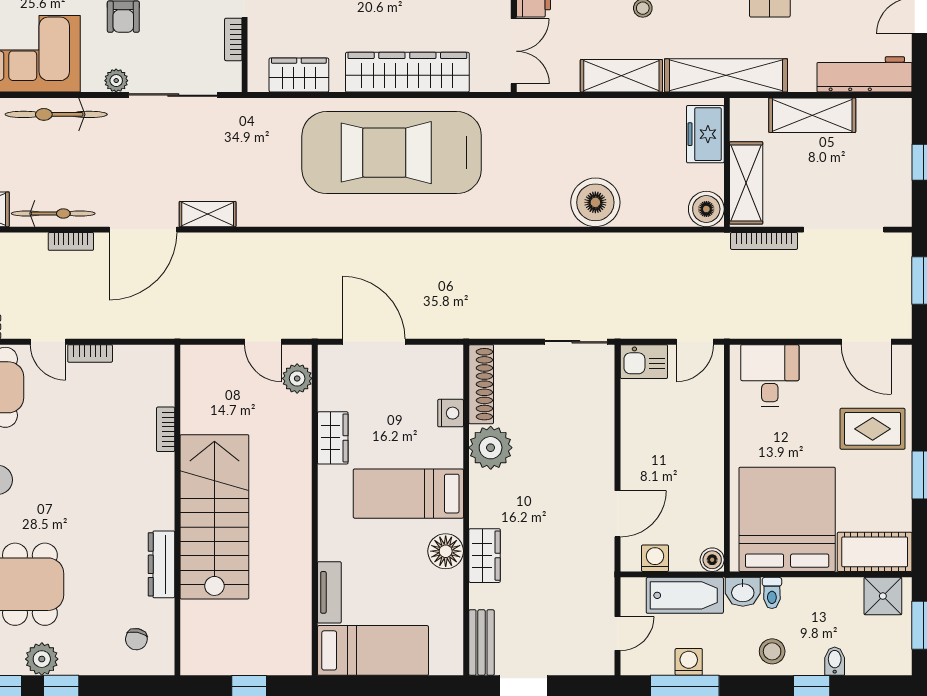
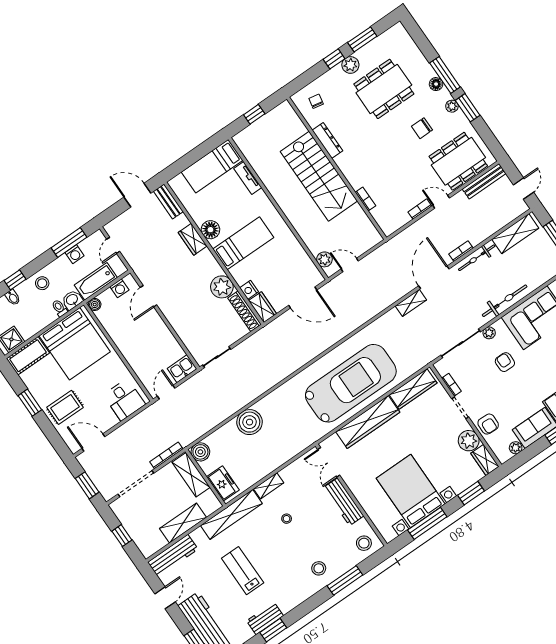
wardrobe: (299, 75) -> (413, 389), width x1.50
shelving: (621, 76) -> (269, 486), width x0.67, depth x0.75
wardrobe: (333, 438) -> (263, 307), moved, turned 180

